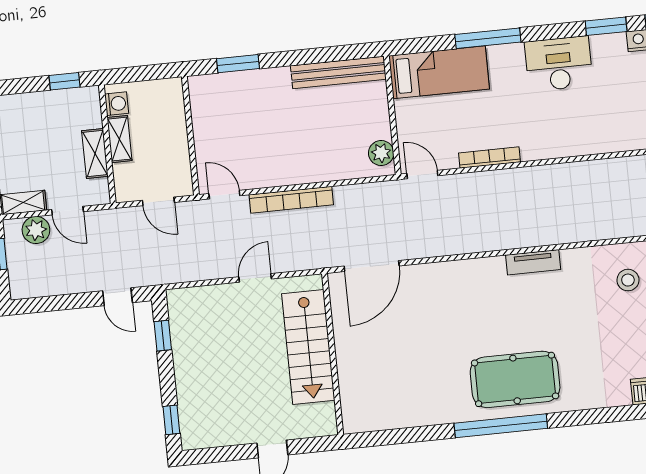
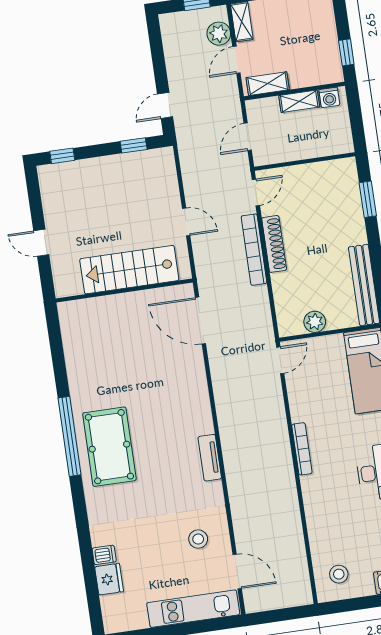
shelving: (95, 153) -> (268, 84), moved
plant: (381, 153) -> (315, 322), moved
bookcase: (490, 157) -> (302, 449), moved
shoe rack: (286, 176) -> (274, 244), added

